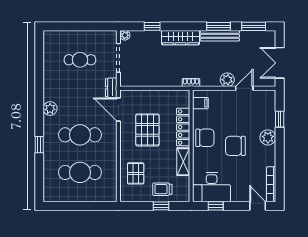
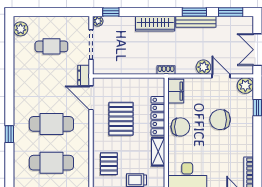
window: (152, 26) -> (111, 12), moved
door: (244, 88) -> (221, 76), hinge flipped
filing cabinet: (200, 103) -> (176, 91), width x2.00
plant: (50, 109) -> (21, 29), moved
plant: (268, 137) -> (245, 86), moved
chair: (235, 146) -> (220, 120), moved

